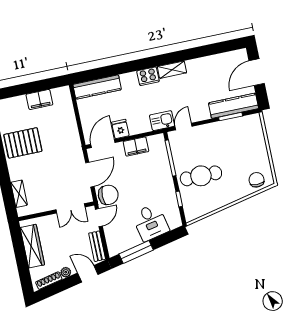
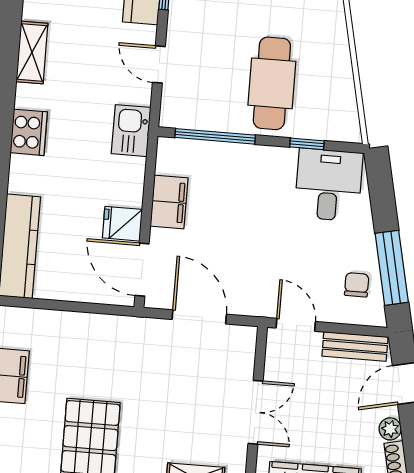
shelving: (172, 70) -> (32, 53), moved
door: (184, 126) -> (159, 64), moved
chair: (108, 195) -> (357, 285), moved, width x0.54, depth x0.54
double door: (70, 208) -> (255, 412), moved
desk: (150, 222) -> (329, 185), moved, turned -78

